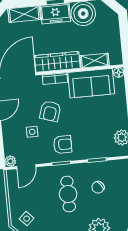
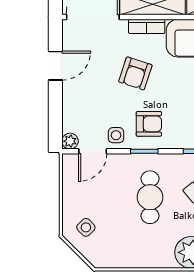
side table: (32, 132) -> (116, 135), moved

